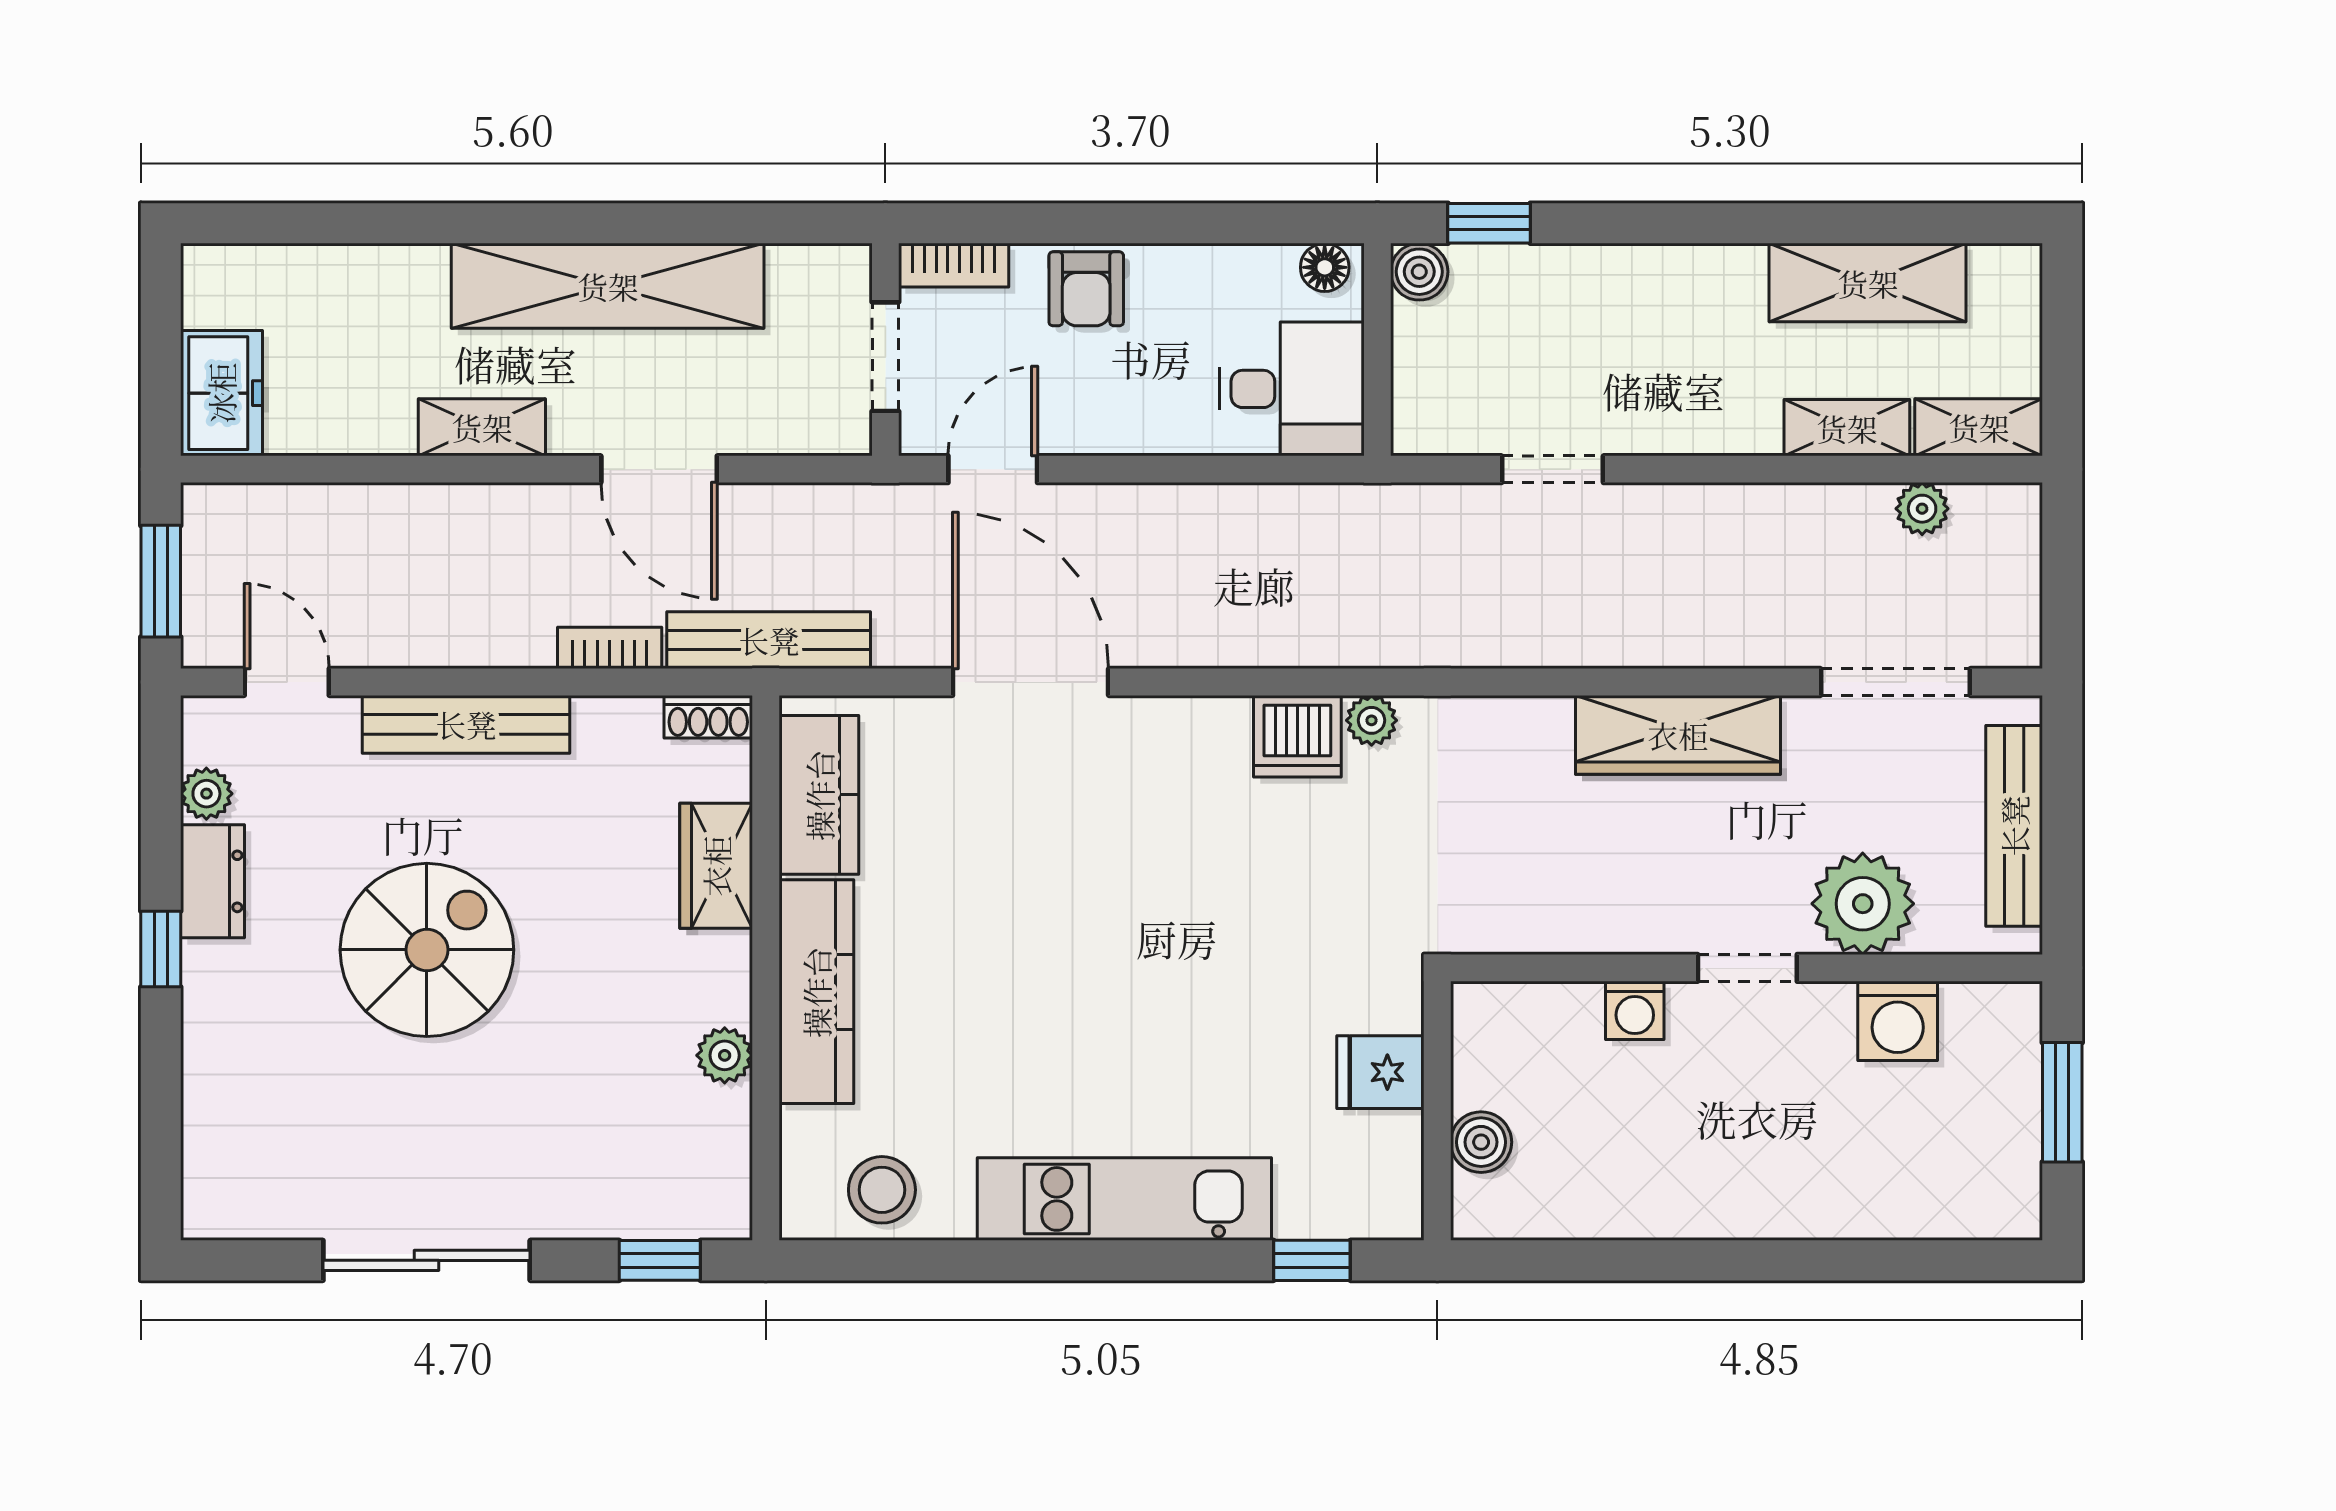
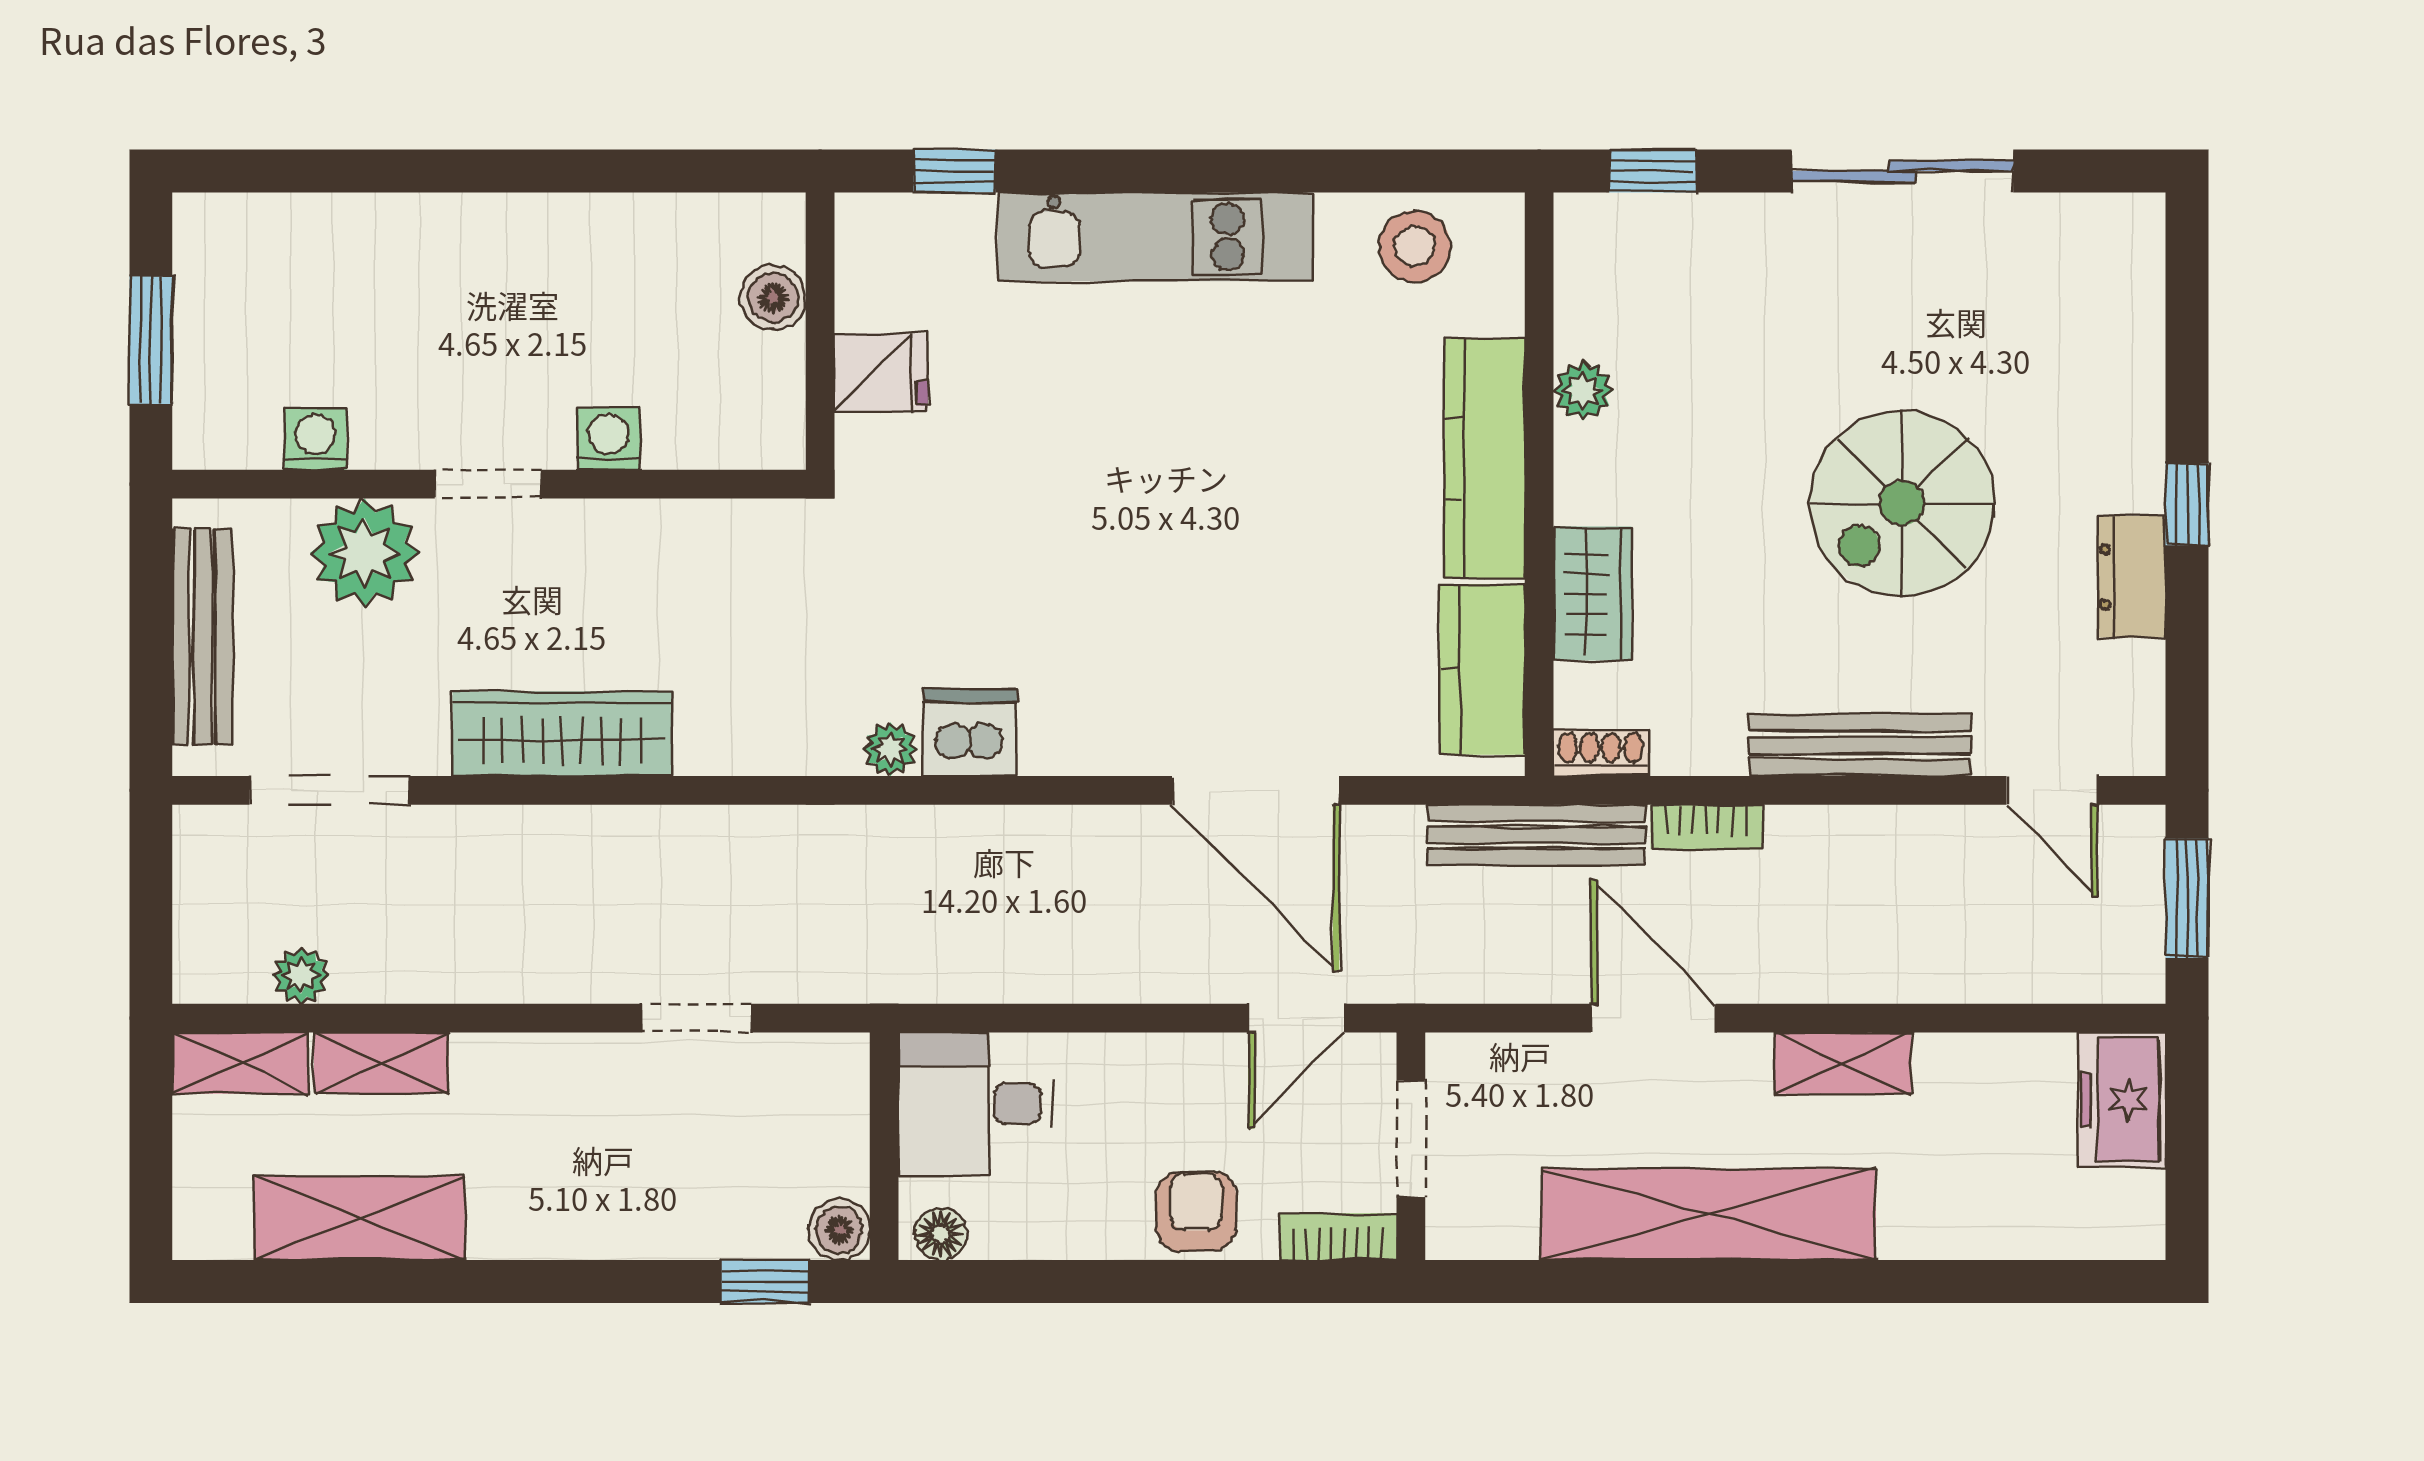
plant: (206, 794) -> (2138, 671), removed
washing machine: (1898, 1021) -> (315, 439), width x0.73, depth x0.73

